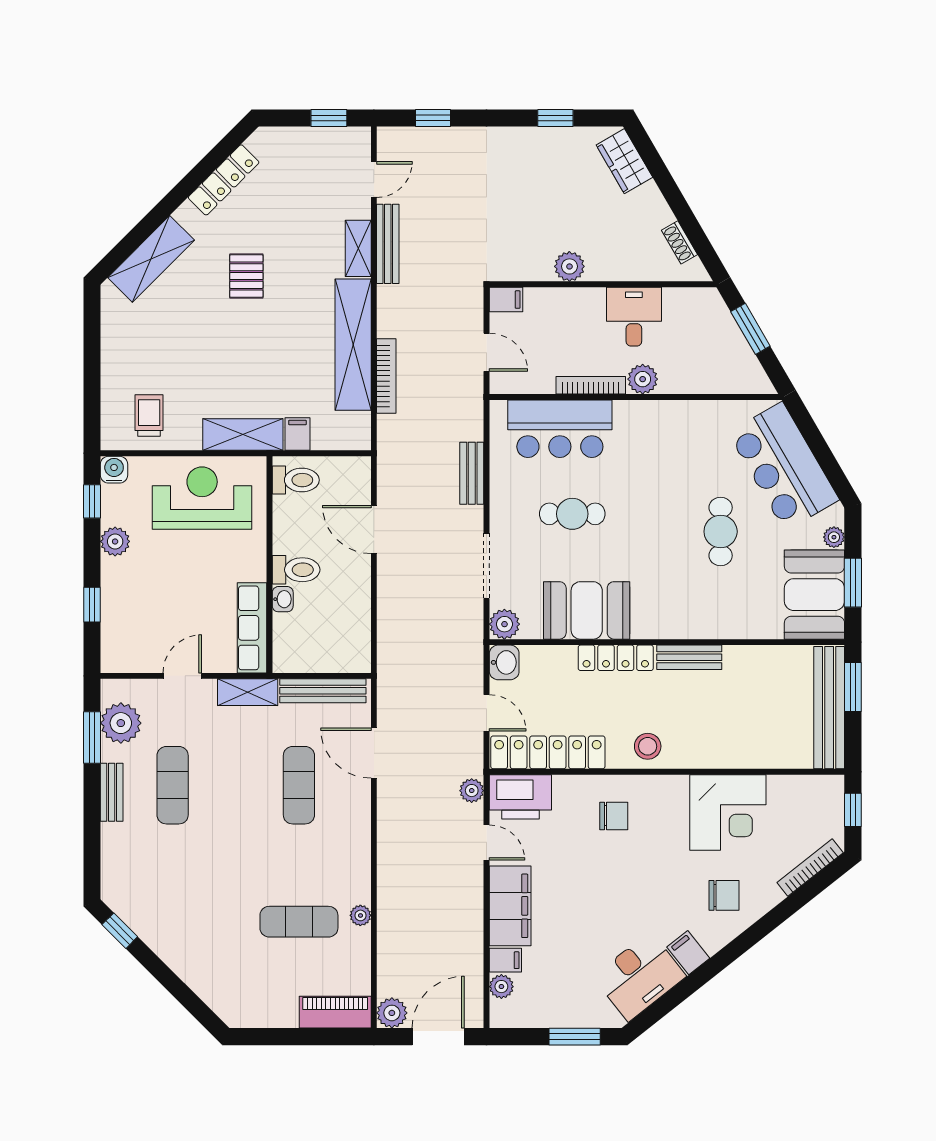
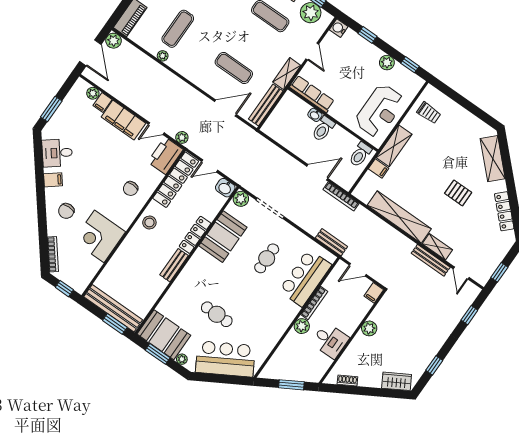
bookcase: (386, 376) -> (341, 196), moved
water cooler: (114, 470) -> (339, 28), moved, turned 180
bench: (472, 473) -> (331, 242), moved
desk: (639, 976) -> (57, 153), width x0.73

